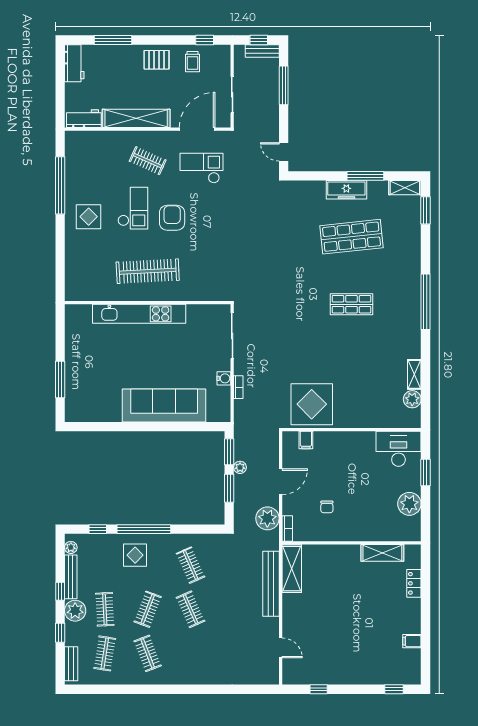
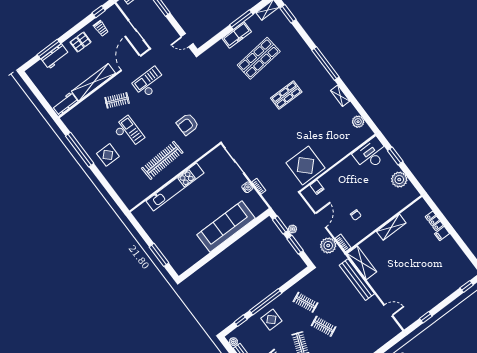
workbench: (74, 63) -> (55, 56), moved, turned 90
armchair: (172, 218) -> (187, 124), moved, turned -90
shelving: (414, 374) -> (340, 96), moved
shelving: (382, 553) -> (391, 227), moved
filing cabinet: (412, 641) -> (442, 234), moved

